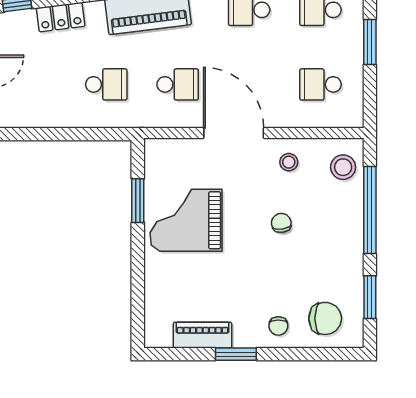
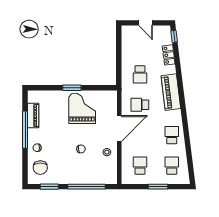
school desk: (178, 84) -> (140, 105), turned 90
stool: (343, 167) -> (105, 175), removed
window: (138, 201) -> (72, 88), moved
window: (236, 354) -> (25, 130), width x2.11

